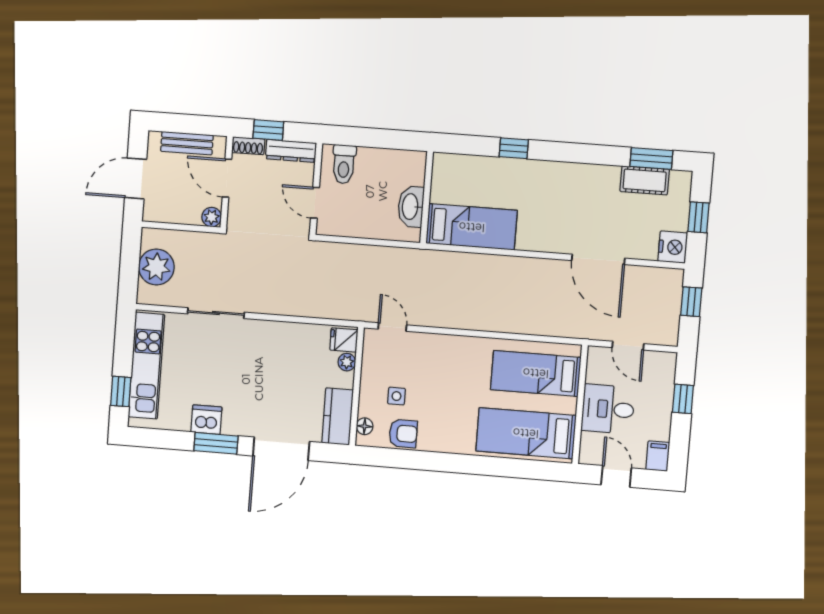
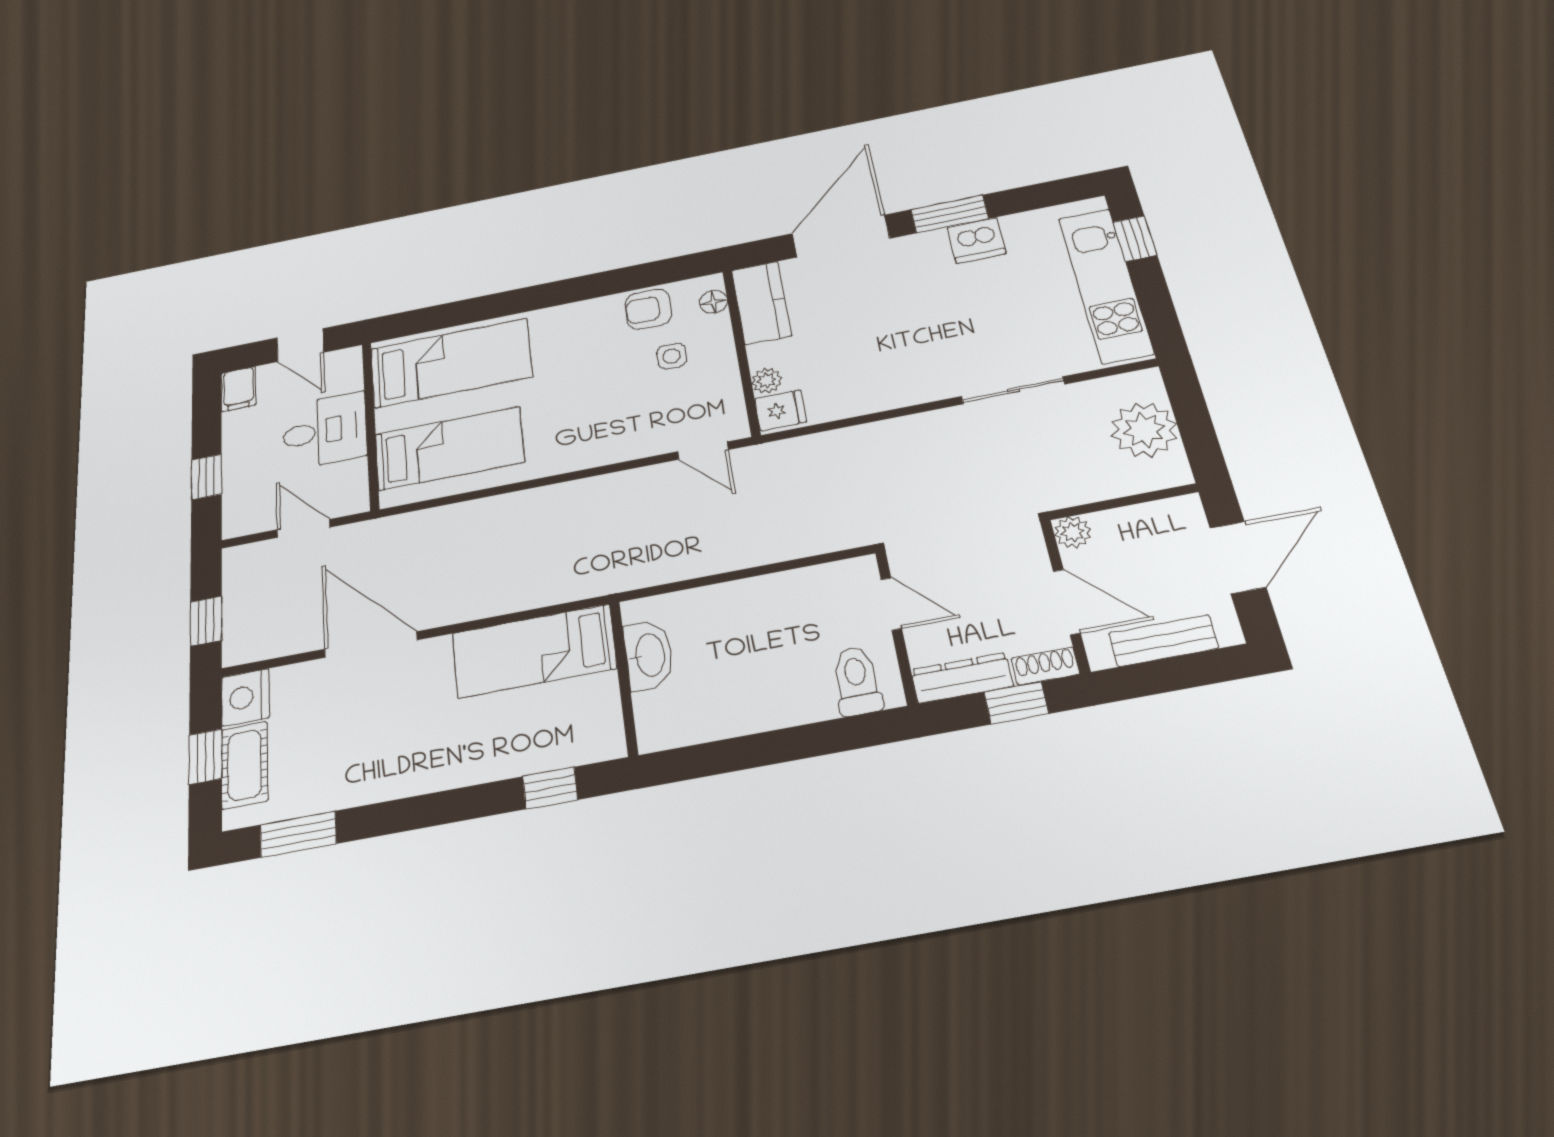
cot: (645, 180) -> (245, 765), moved, turned 90
wall: (427, 197) -> (624, 678), moved
washbasin: (411, 207) -> (649, 655), moved
bed: (472, 227) -> (534, 651), moved

